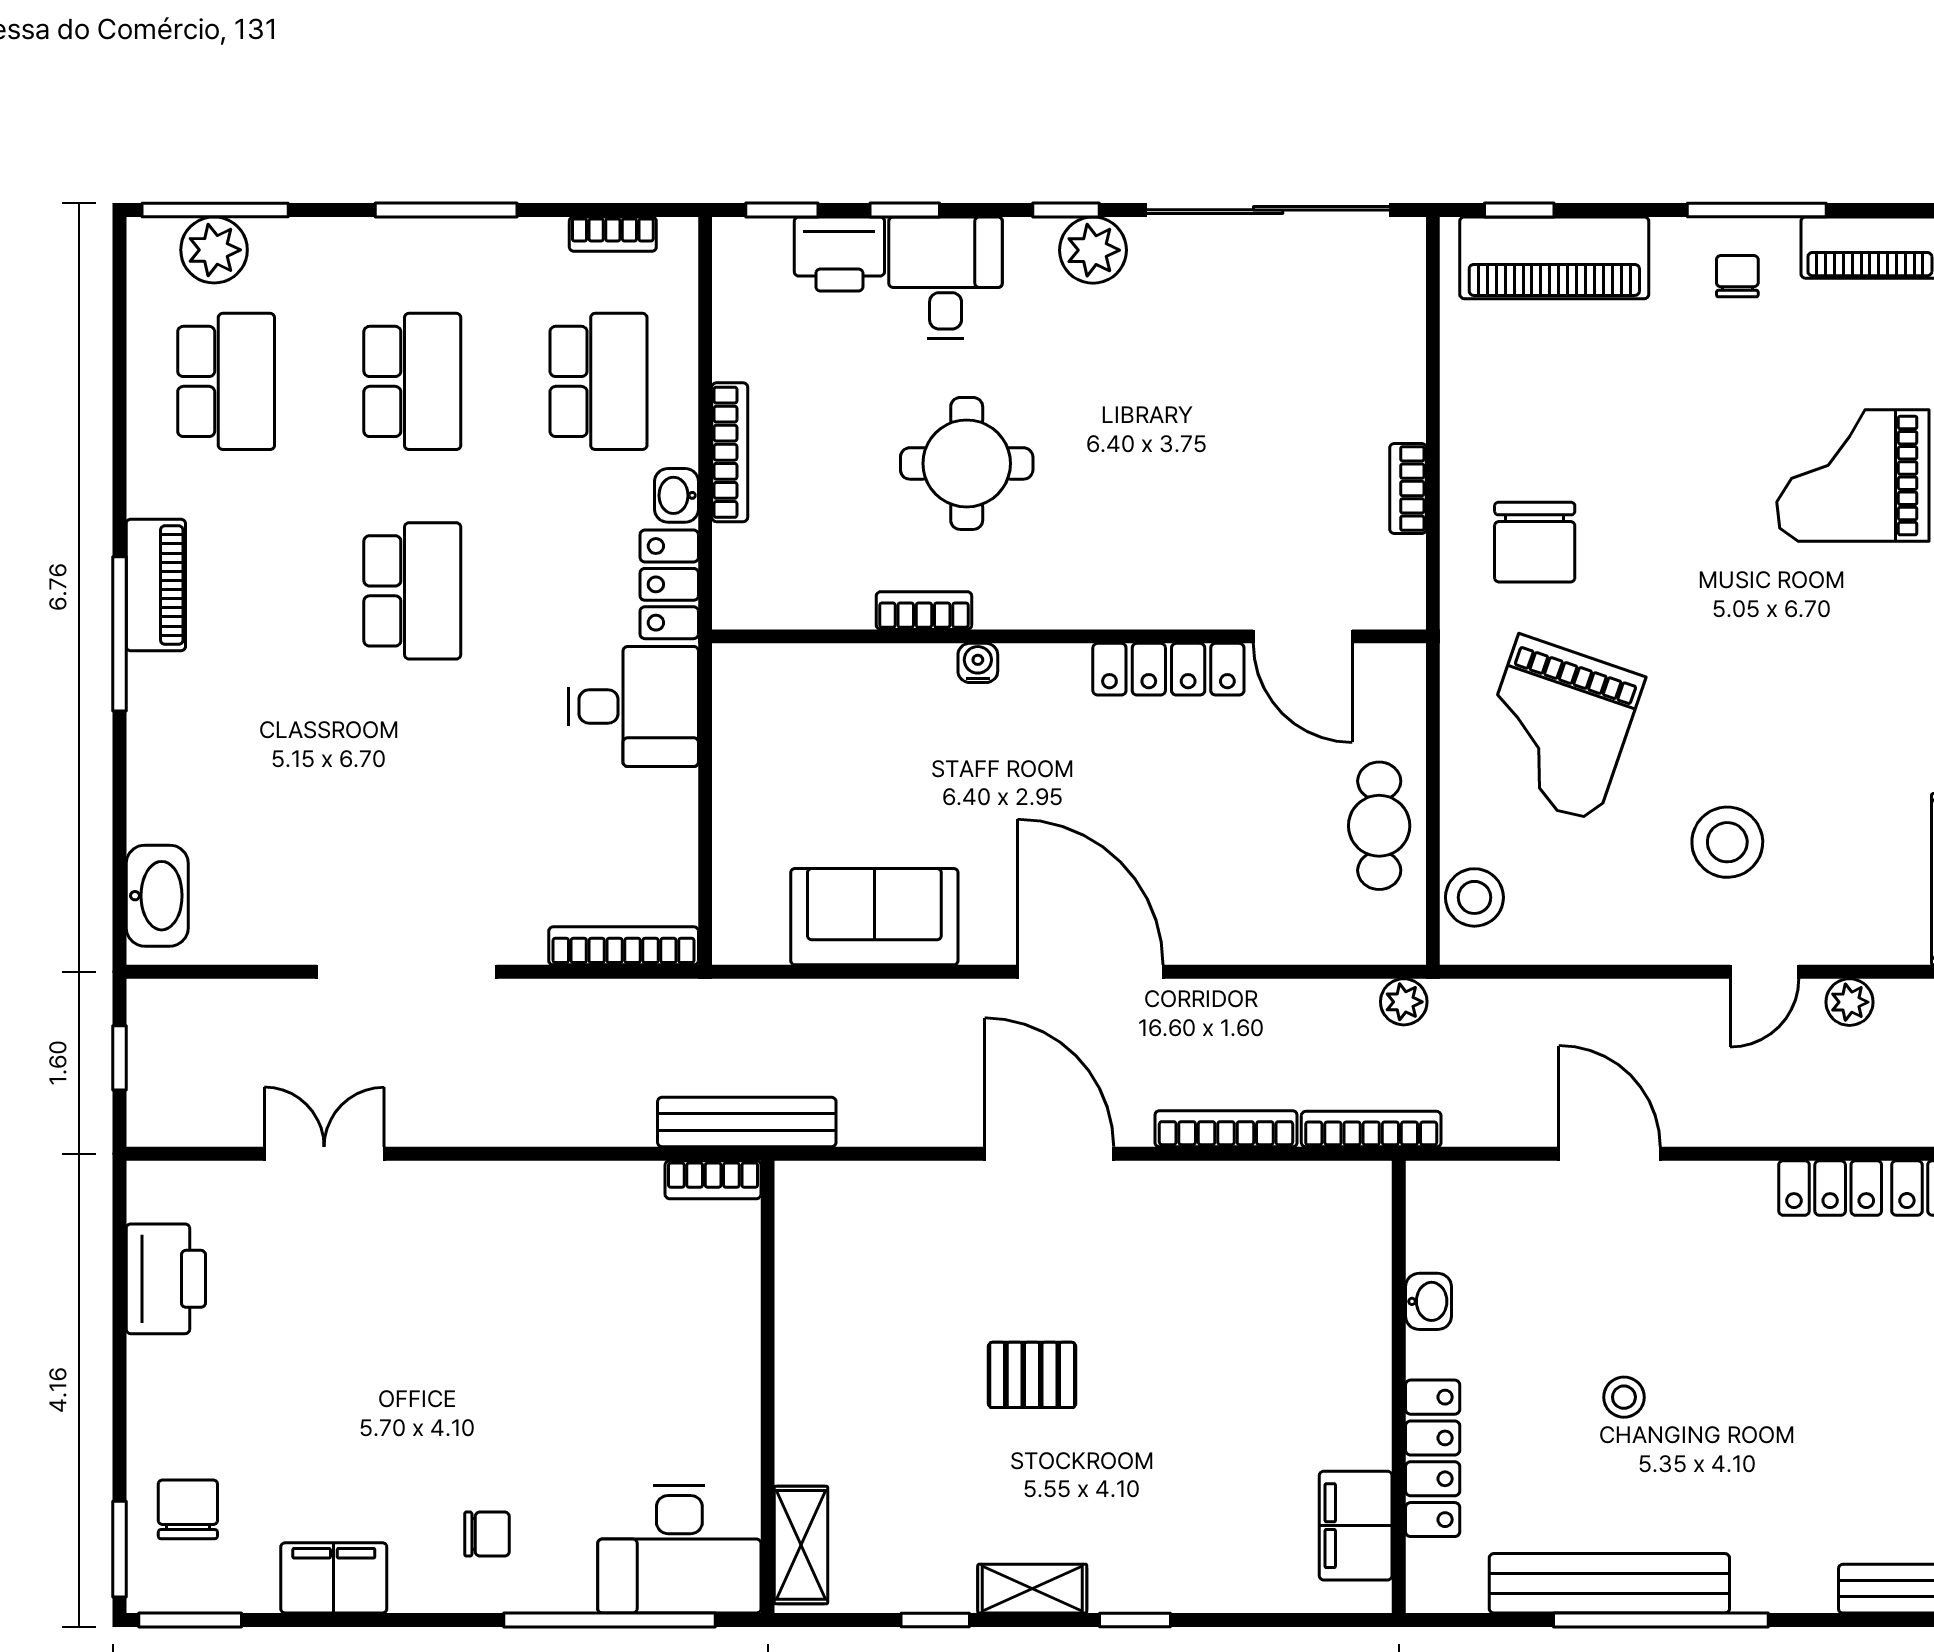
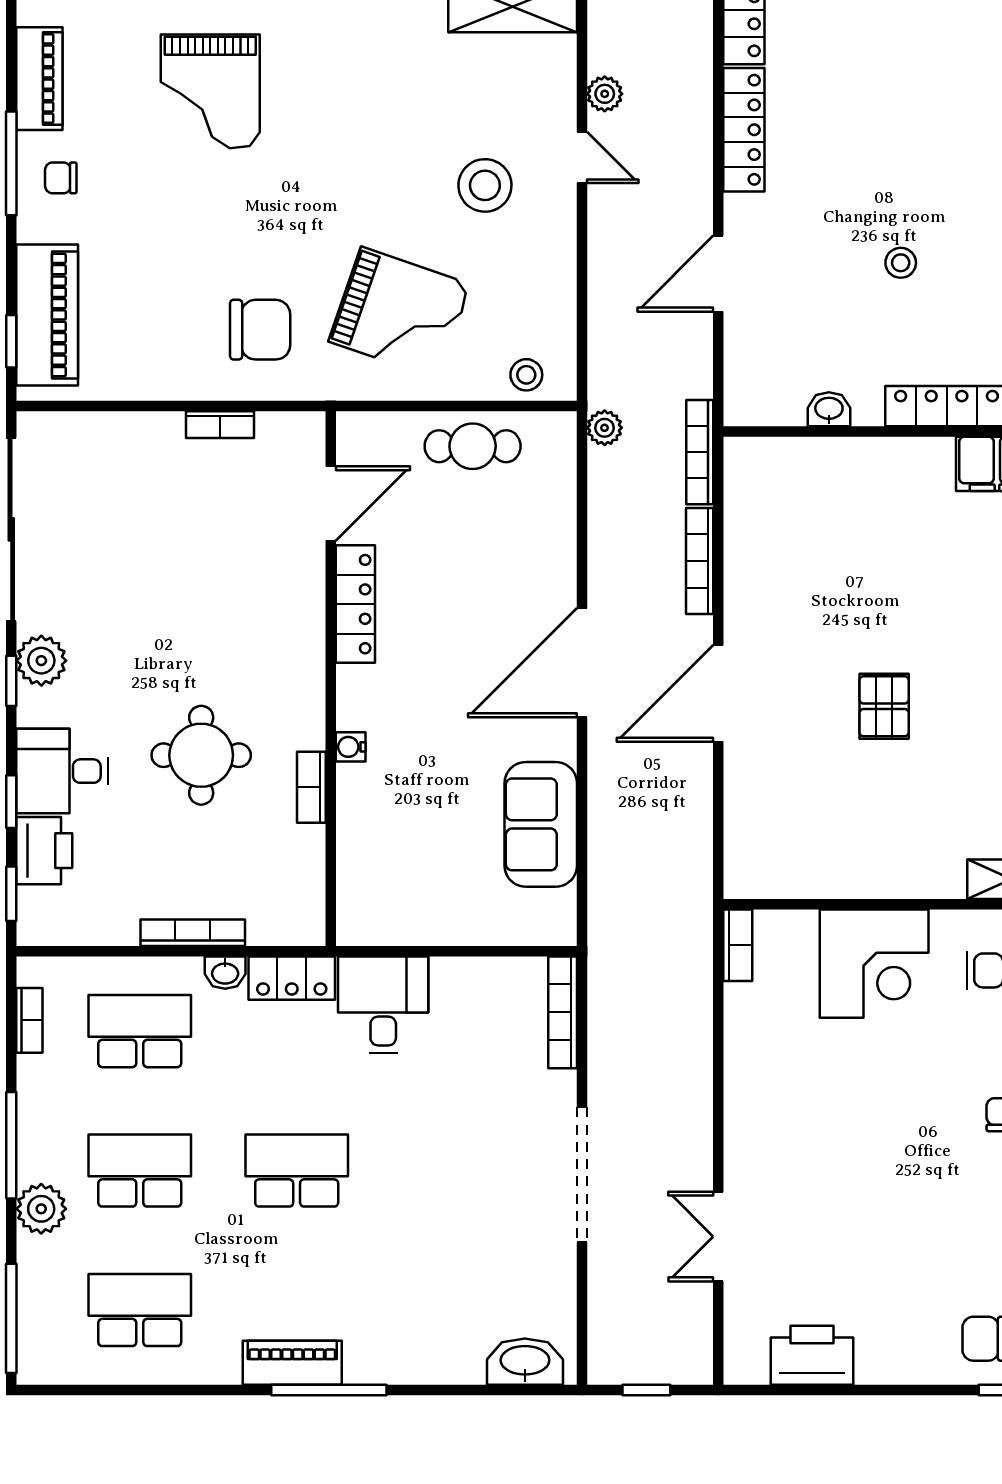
plant: (214, 250) -> (41, 1209), moved
stool: (1474, 897) -> (526, 375), width x0.73, depth x0.73
bench: (747, 1122) -> (695, 920), removed
locker: (1830, 1188) -> (744, 130), width x1.53
corner desk: (688, 1362) -> (874, 964), added

